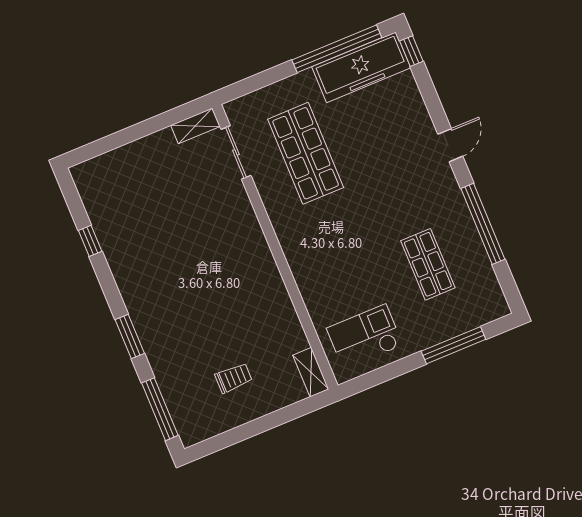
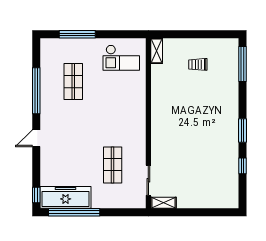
shop shelf: (306, 153) -> (113, 165), width x0.70, depth x0.74
window: (130, 337) -> (242, 130), moved

